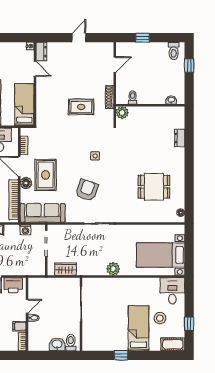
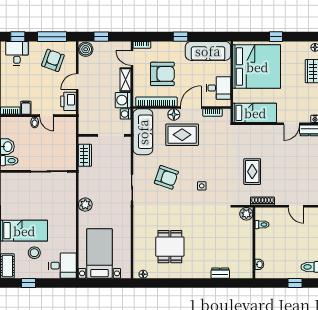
washing machine: (12, 232) -> (123, 100), added

